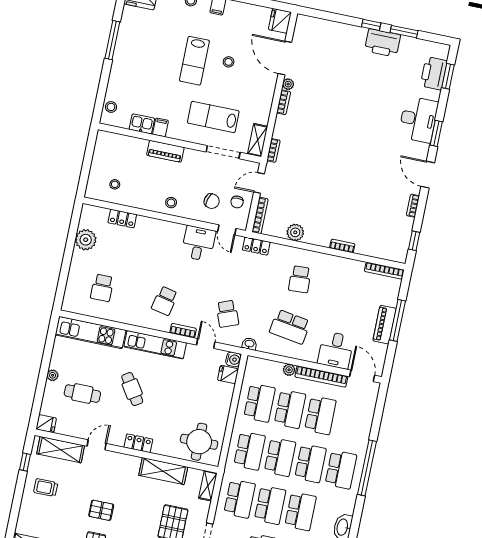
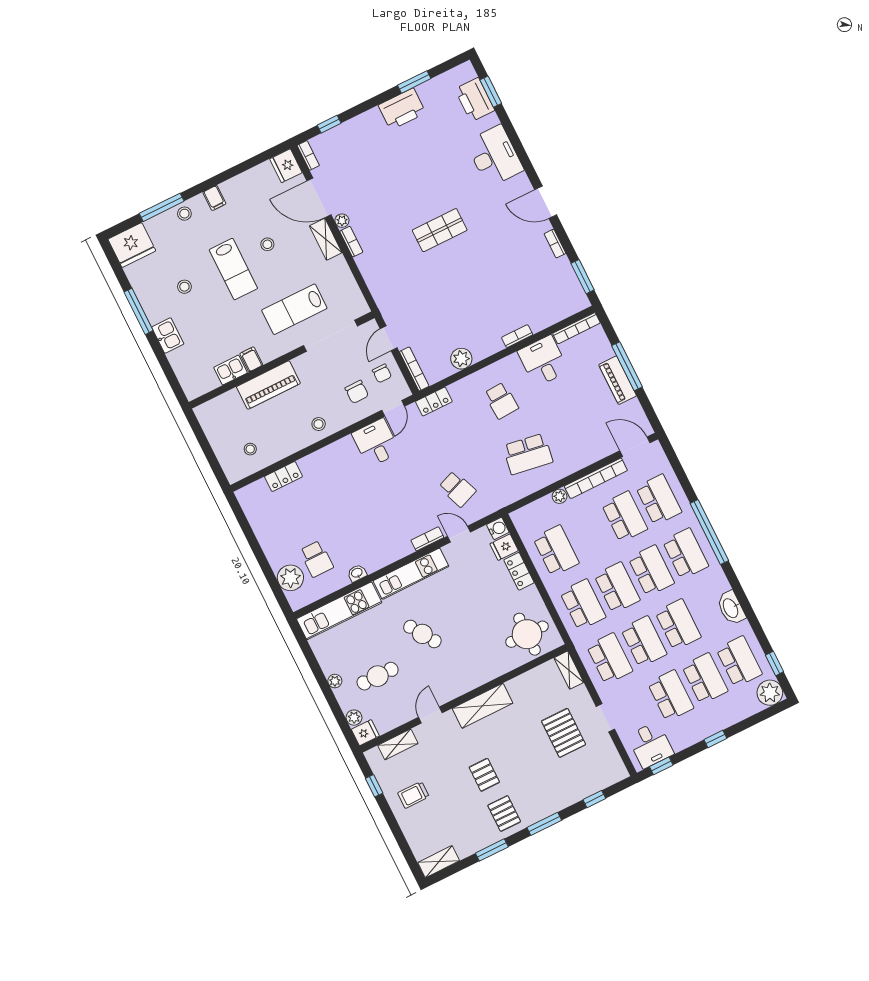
window: (371, 25) -> (329, 124), moved
kitchen sink: (119, 70) -> (168, 336), added
stool: (111, 107) -> (184, 287), moved
window: (436, 133) -> (523, 156), removed
shop shelf: (346, 139) -> (440, 230), added
shelving: (258, 140) -> (326, 239), moved
bookcase: (273, 150) -> (308, 155), moved
piano: (165, 151) -> (268, 385), width x1.37, depth x1.33
doorway: (223, 152) -> (331, 336), width x1.36
chair: (212, 201) -> (357, 392), turned 74
door: (227, 230) -> (393, 408), hinge flipped
plant: (86, 240) -> (290, 578), moved
window: (414, 241) -> (583, 277), width x1.50
school desk: (165, 301) -> (387, 524), removed
washbasin: (249, 344) -> (357, 573), moved
desk: (336, 350) -> (543, 361), moved, turned 180
plant: (46, 408) -> (354, 718), added
school desk: (290, 409) -> (659, 500), moved
locker: (138, 443) -> (519, 571), moved, turned -90
shelving: (61, 450) -> (398, 744), width x0.67, depth x0.75
shelving: (163, 471) -> (482, 706), moved
pallet: (101, 510) -> (484, 775), turned 90

